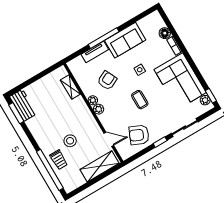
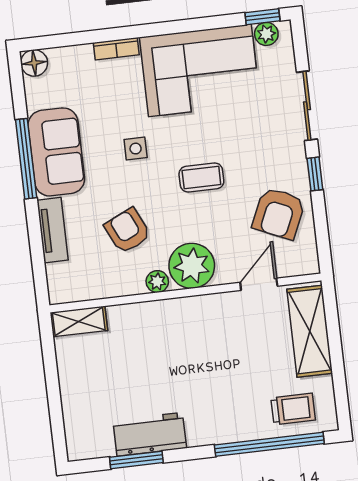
floor lamp: (165, 33) -> (34, 63), moved
window: (104, 38) -> (26, 159), moved
shelving: (70, 87) -> (79, 321), moved
workbench: (23, 105) -> (150, 434), moved
plant: (99, 109) -> (192, 266), width x1.87, depth x1.87
window: (16, 113) -> (136, 460), moved
stool: (70, 141) -> (225, 371), removed
trolley: (59, 160) -> (293, 409), moved

